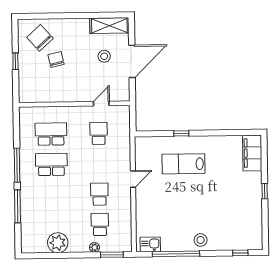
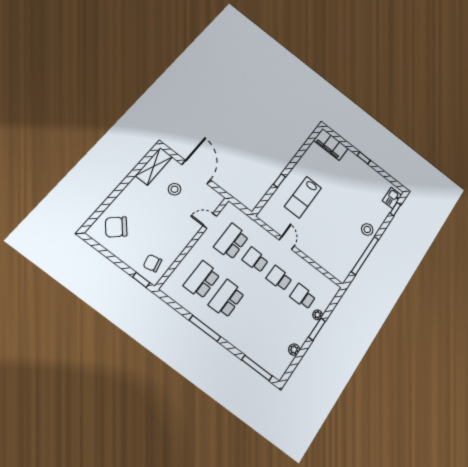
chair: (56, 59) -> (153, 263), moved
window: (15, 61) -> (141, 280), moved
door: (101, 104) -> (210, 221), hinge flipped
school desk: (99, 133) -> (231, 241), width x1.85
school desk: (99, 164) -> (255, 260), added
window: (18, 206) -> (257, 368), moved
plant: (58, 243) -> (294, 350), width x0.53, depth x0.53
kitchen sink: (150, 244) -> (392, 198), moved
window: (112, 255) -> (317, 329), moved

